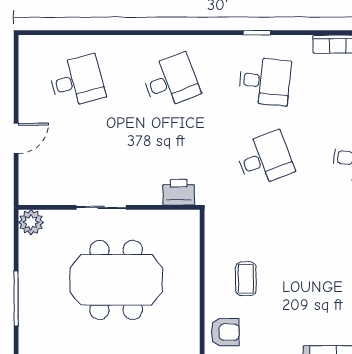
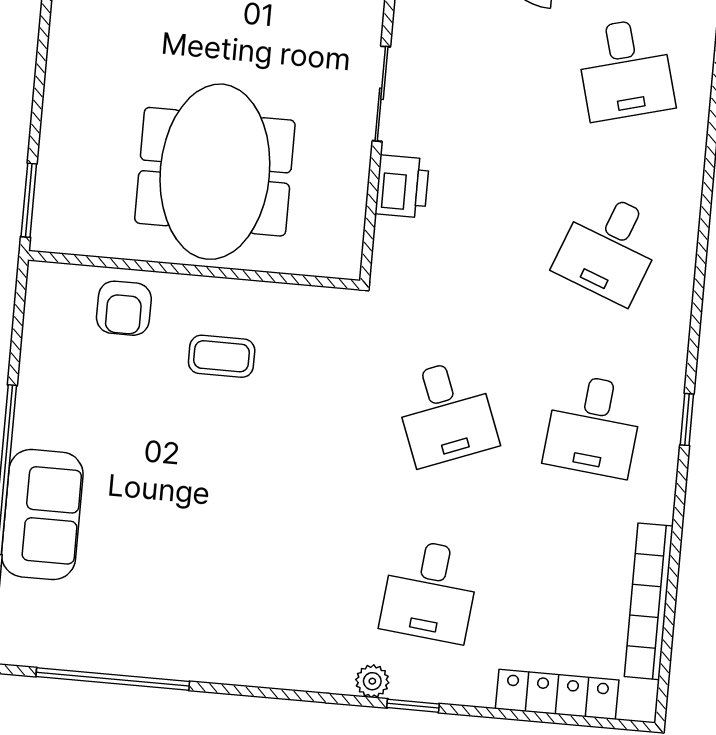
desk: (171, 81) -> (609, 247), turned 42
printer: (179, 192) -> (402, 186), moved
meeting table: (116, 280) -> (215, 172), moved

